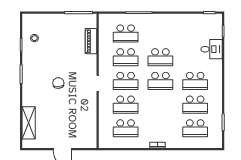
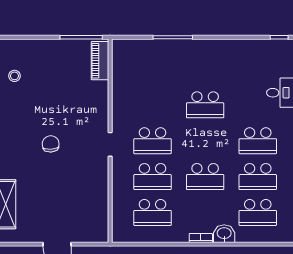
school desk: (126, 34) -> (153, 69), removed
piano: (91, 41) -> (100, 61), moved
school desk: (126, 57) -> (153, 105), removed
school desk: (160, 81) -> (205, 177), moved
washbasin: (173, 142) -> (224, 234), added

